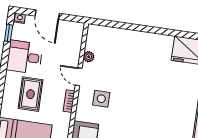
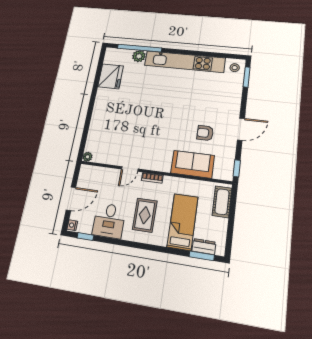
plant: (89, 57) -> (87, 157), moved
rug: (30, 94) -> (145, 215), turned 90
side table: (101, 99) -> (151, 148), removed

